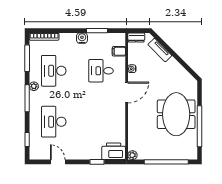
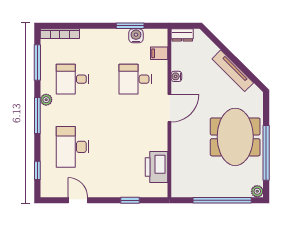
water cooler: (82, 38) -> (136, 36), moved
tv unit: (160, 50) -> (233, 71), moved, width x1.41
desk: (54, 71) -> (73, 79), width x0.73
printer: (114, 151) -> (156, 167), moved, turned -90
plant: (132, 155) -> (257, 191), moved

